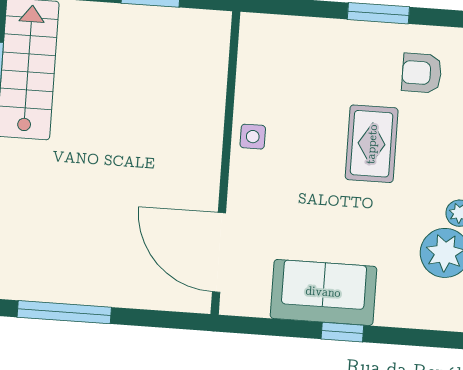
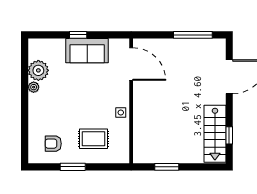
armchair: (422, 73) -> (53, 144), turned 180
rug: (372, 144) -> (94, 139), moved, turned 90

